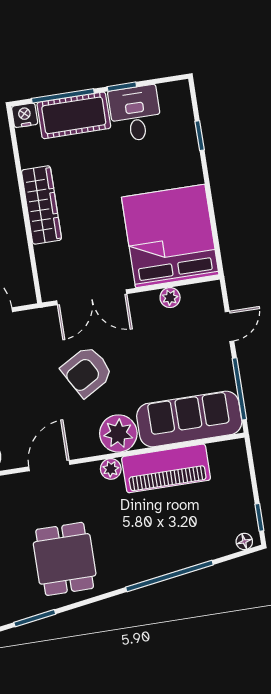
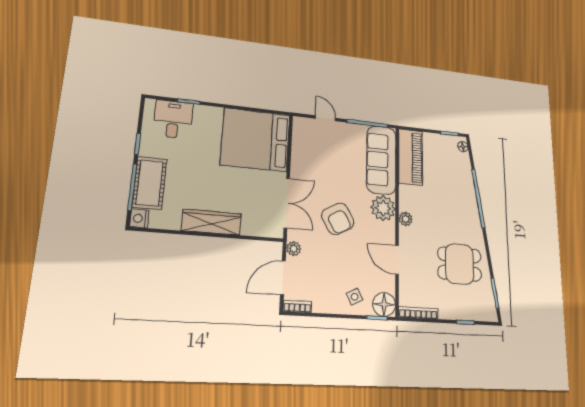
desk: (135, 114) -> (173, 119), moved, turned 90
plant: (170, 298) -> (294, 249), moved
piano: (166, 468) -> (411, 157), moved

